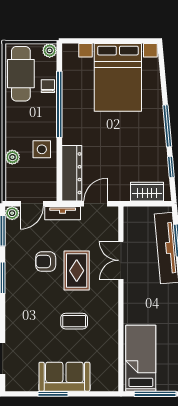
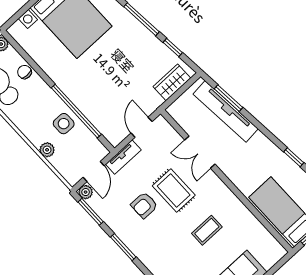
window: (59, 104) -> (76, 111), moved
dresser: (72, 173) -> (103, 121), removed

